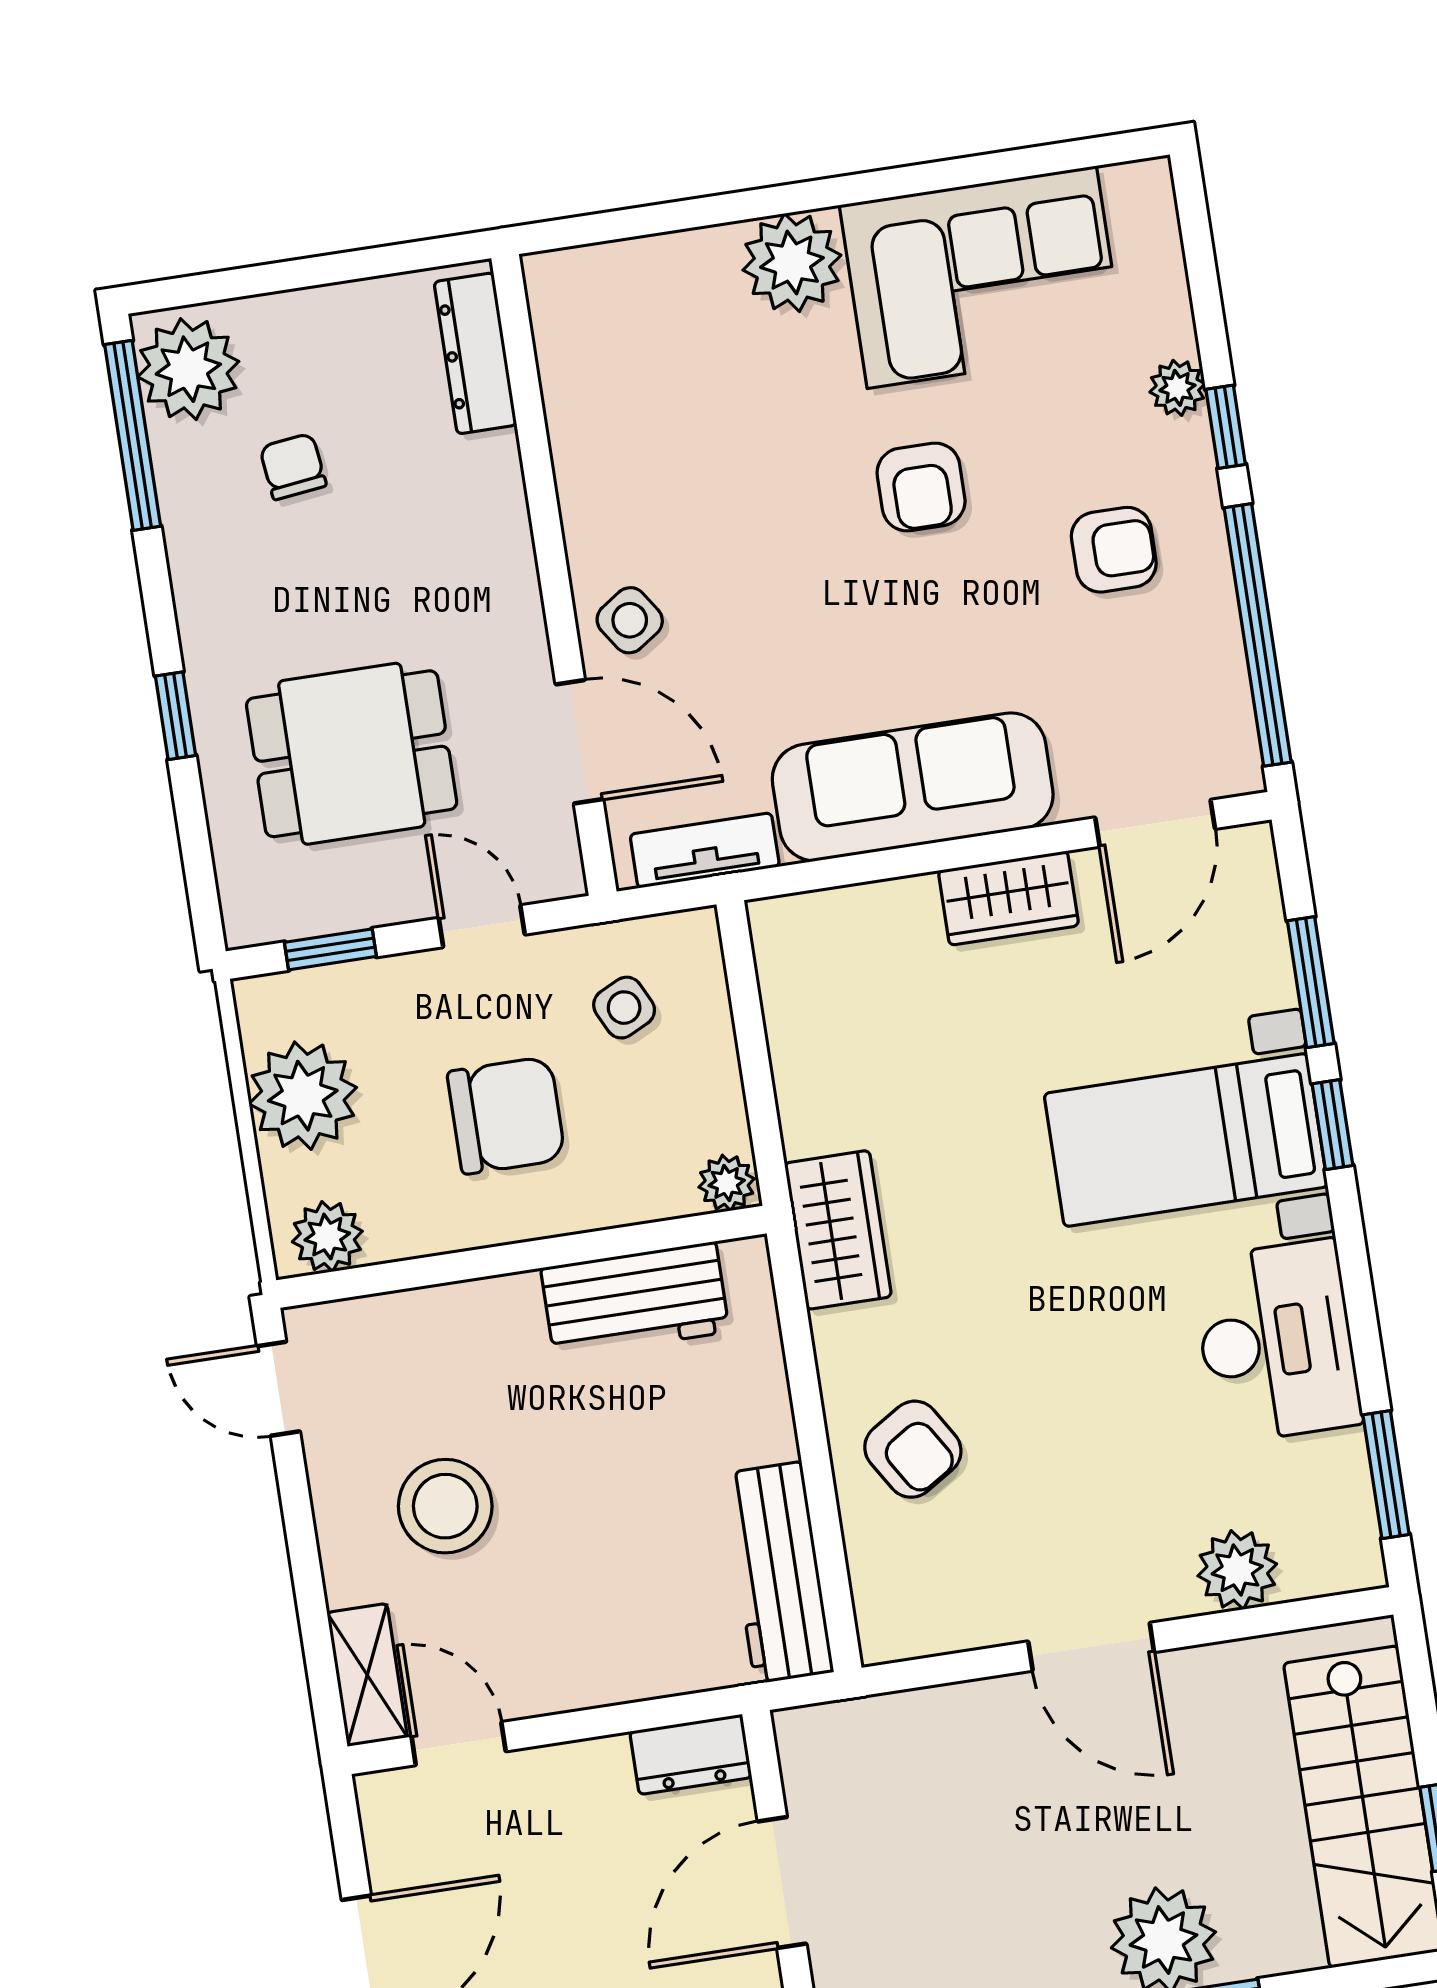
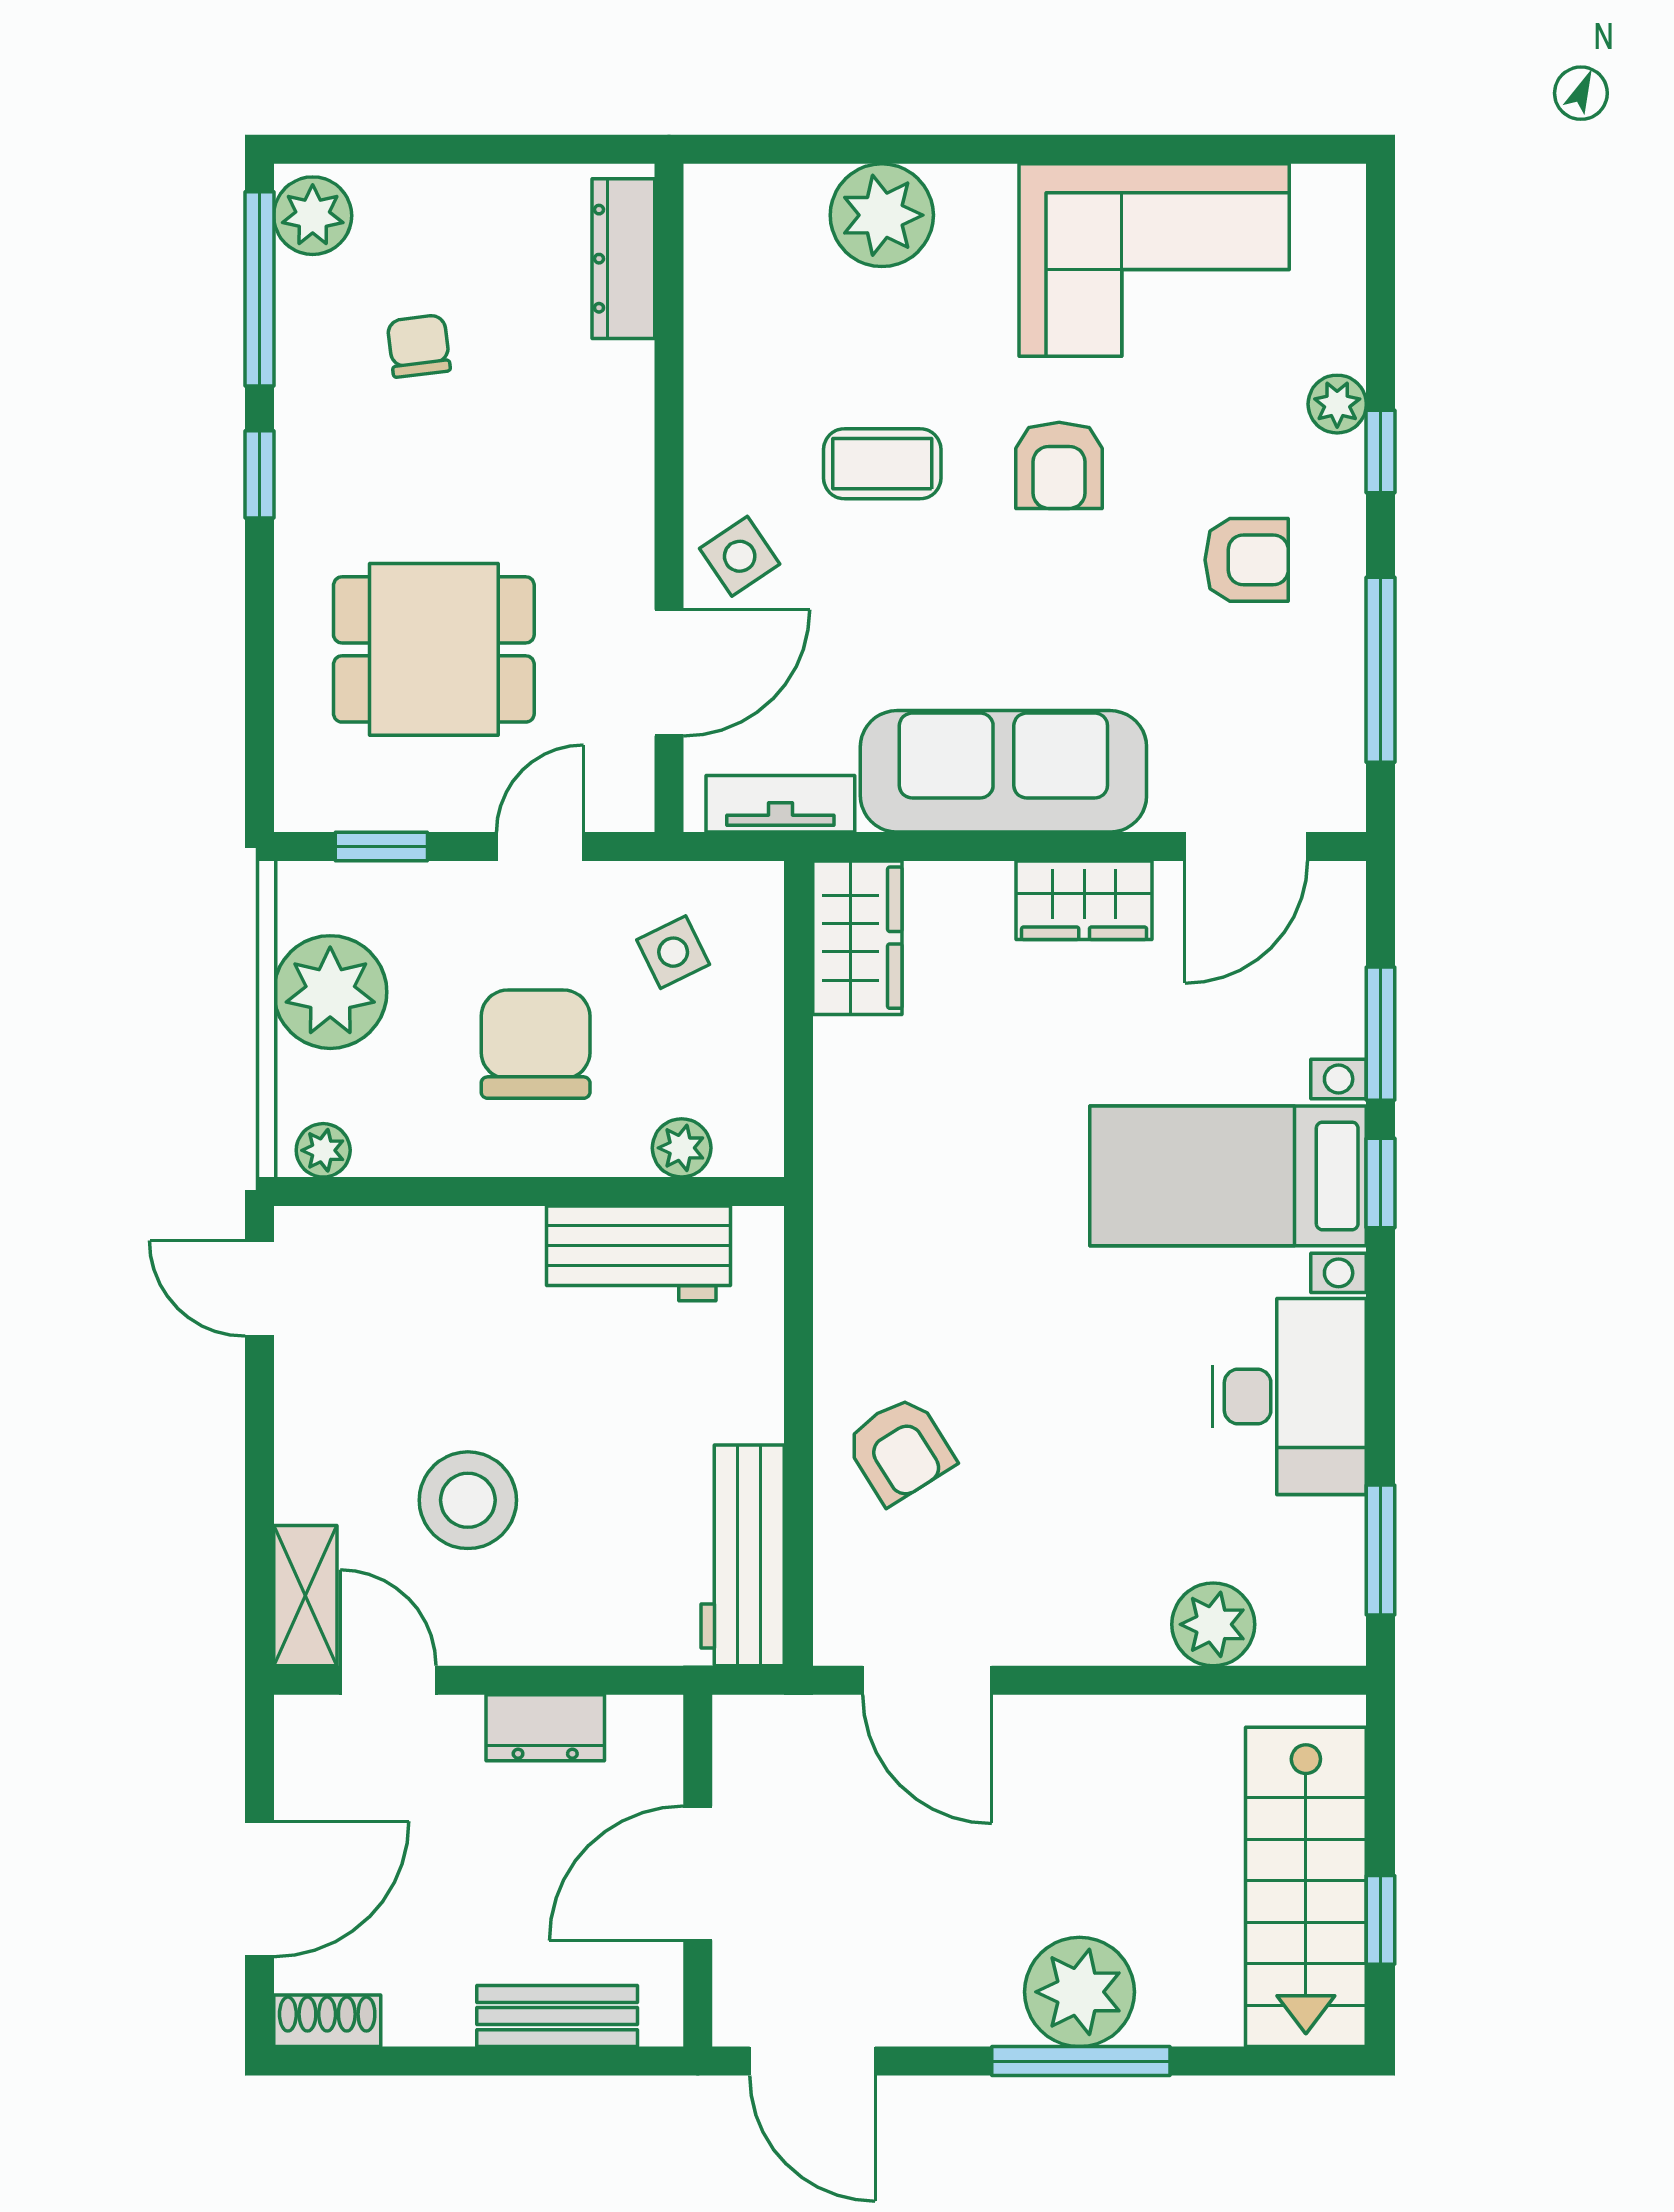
plant: (792, 263) -> (882, 215), moved
plant: (188, 369) -> (313, 216), width x0.73, depth x0.73
coffee table: (752, 511) -> (882, 464), added
window: (1258, 635) -> (1381, 670), width x0.68
window: (176, 716) -> (259, 474), moved
door: (579, 742) -> (669, 673), hinge flipped
door: (482, 926) -> (540, 846), hinge flipped
chair: (506, 1115) -> (536, 1044), turned -90
plant: (727, 1183) -> (682, 1148), moved
wardrobe: (838, 1230) -> (857, 938), moved
plant: (327, 1237) -> (323, 1150), width x0.73, depth x0.73
stool: (445, 1506) -> (468, 1500), moved
door: (1091, 1647) -> (927, 1680), moved
dresser: (691, 1754) -> (545, 1728), moved

